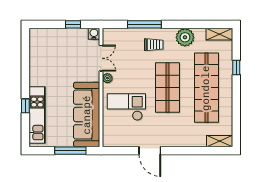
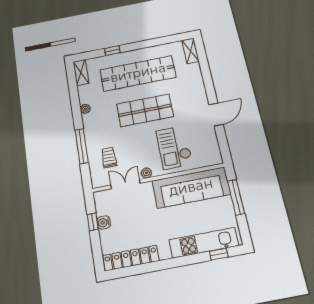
water cooler: (94, 34) -> (104, 223), moved
plant: (185, 37) -> (85, 109), width x0.53, depth x0.53
trolley: (154, 45) -> (109, 157), moved
locker: (36, 52) -> (131, 258), added
window: (25, 106) -> (219, 254), moved

